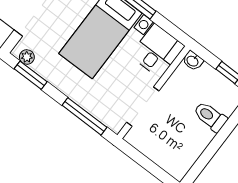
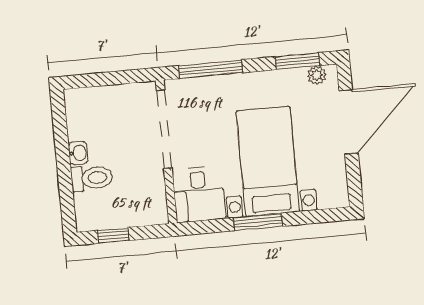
washbasin: (193, 61) -> (78, 153), moved, turned 90
doorway: (143, 107) -> (164, 129), width x1.36

